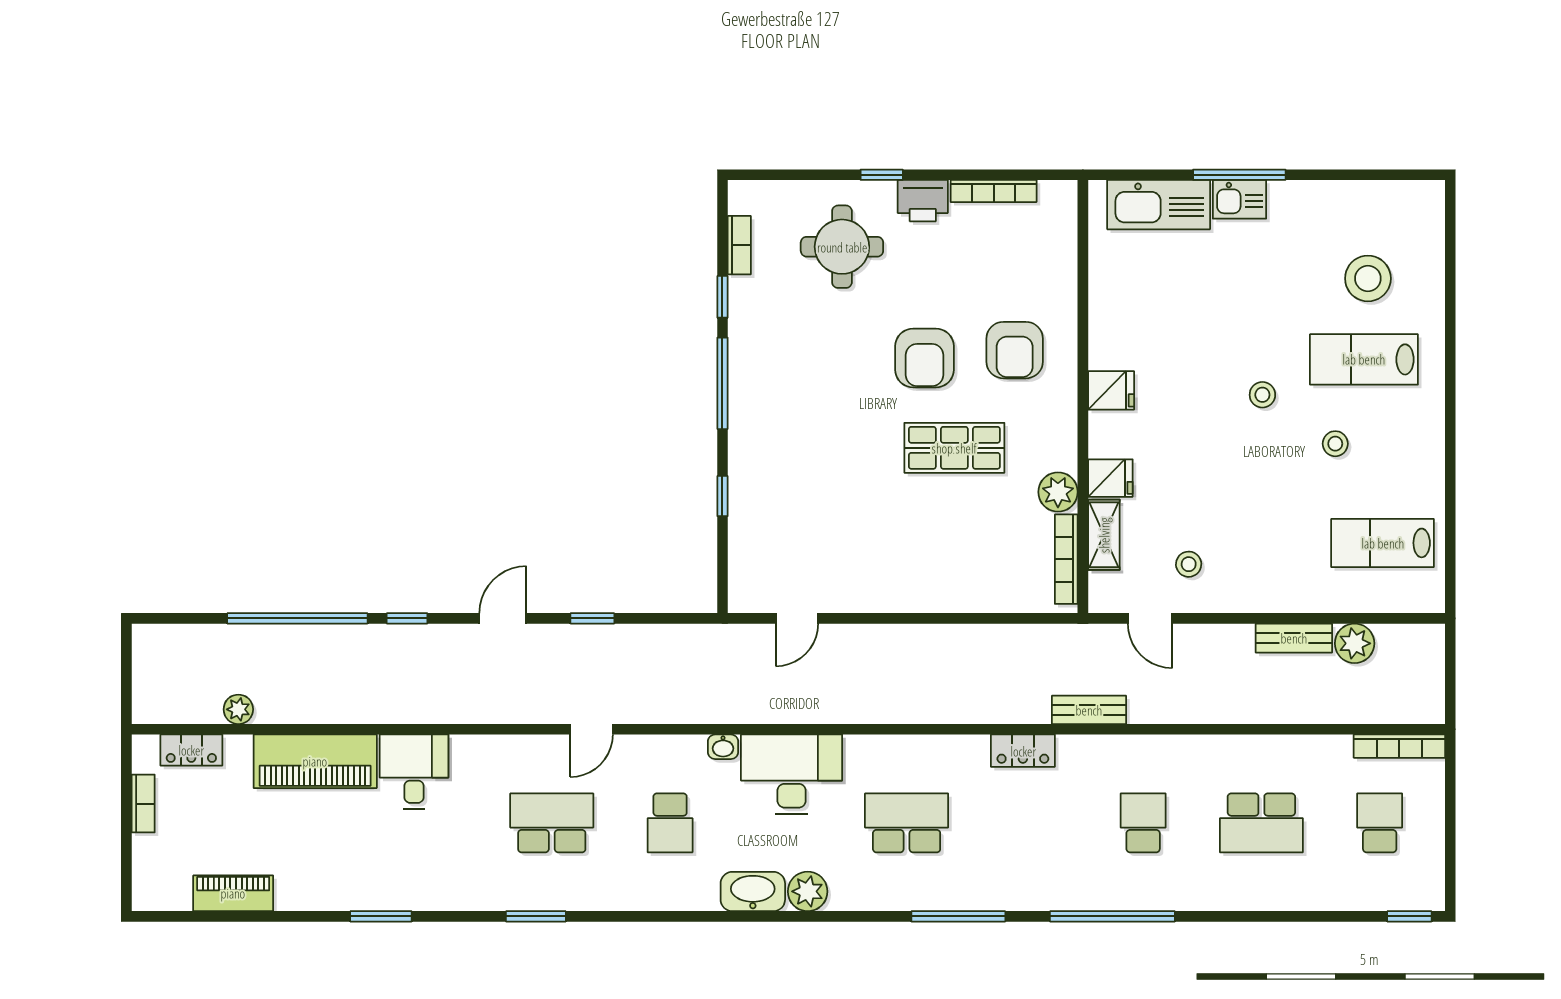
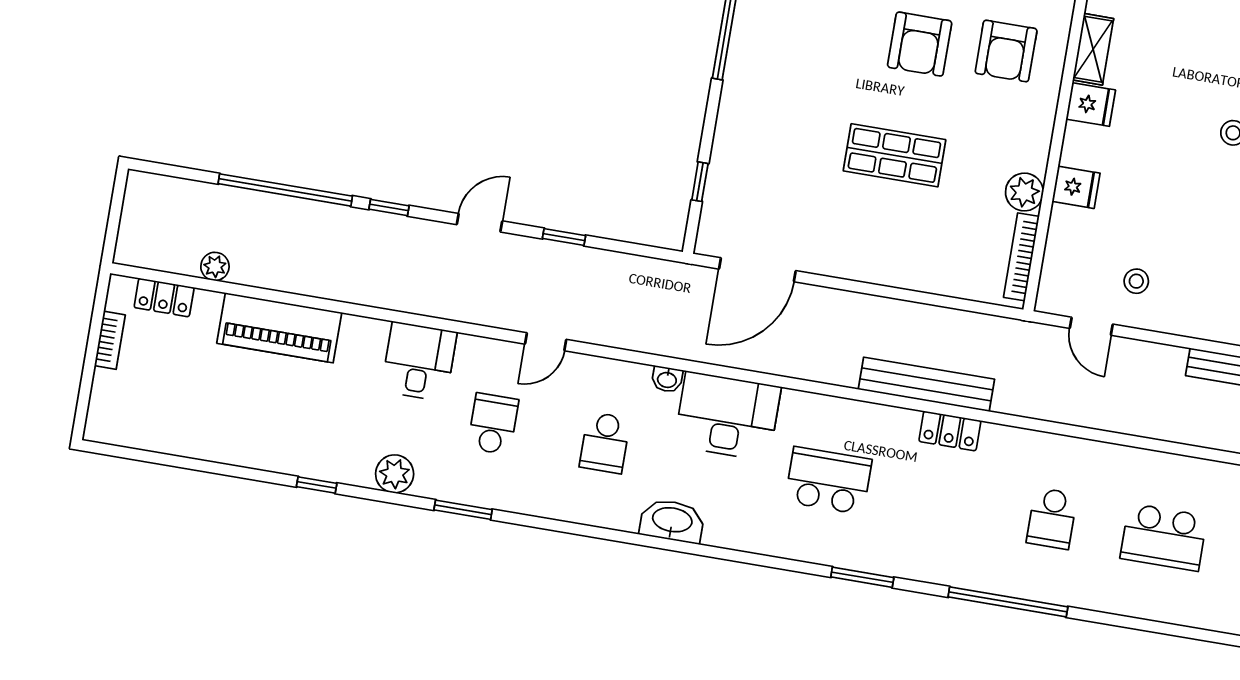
shop shelf: (954, 448) -> (894, 155), moved
window: (722, 496) -> (700, 182), moved
shelving: (1104, 535) -> (1093, 49), moved
door: (797, 618) -> (757, 270), width x1.88
bench: (1089, 710) -> (926, 384), moved, width x1.86, depth x1.21
desk: (414, 772) -> (419, 362), moved
school desk: (552, 823) -> (493, 424), width x0.54
school desk: (1143, 823) -> (1052, 518), turned 180
plant: (808, 891) -> (395, 474), moved
piano: (233, 893) -> (181, 440), removed
window: (381, 916) -> (317, 485), width x0.67
window: (958, 916) -> (862, 577), width x0.69

